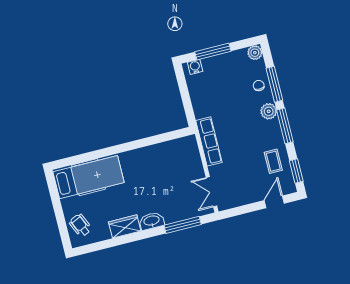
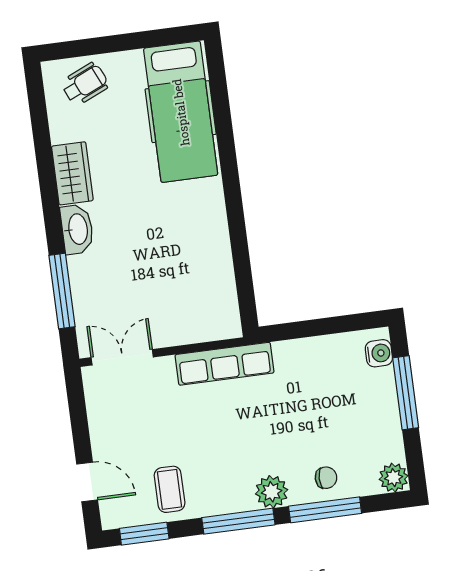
coffee table: (273, 161) -> (170, 489), turned 90

